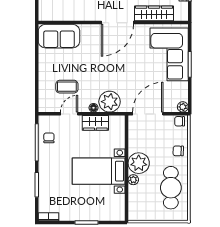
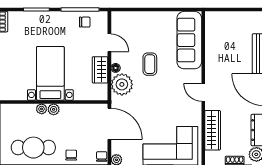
door: (117, 23) -> (203, 93), width x0.53
sofa: (59, 36) -> (189, 40), width x1.36
coffee table: (67, 87) -> (150, 64), moved
plant: (139, 163) -> (54, 109), width x0.53, depth x0.53

